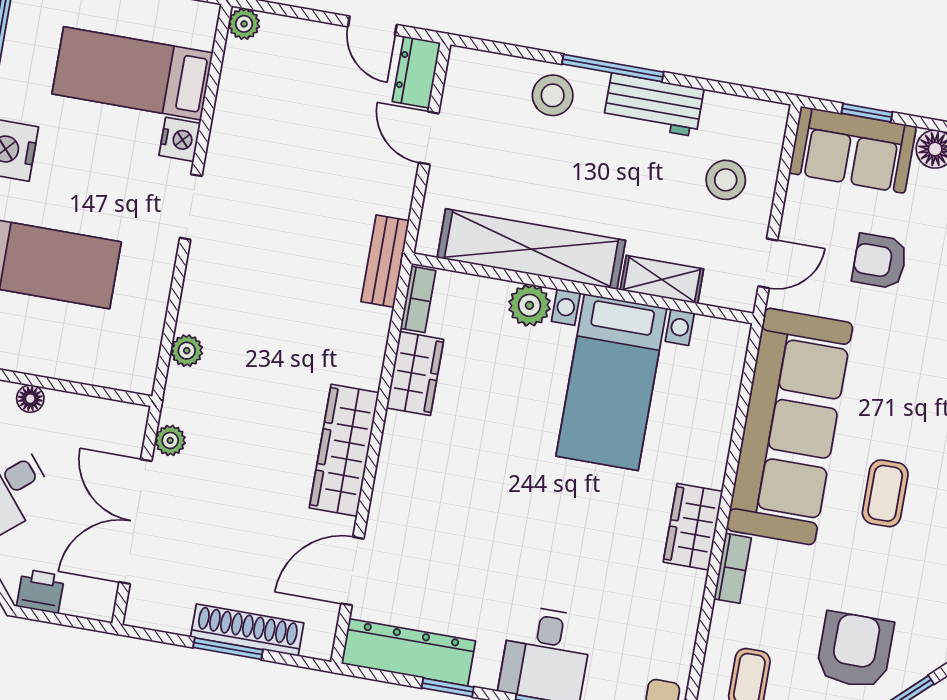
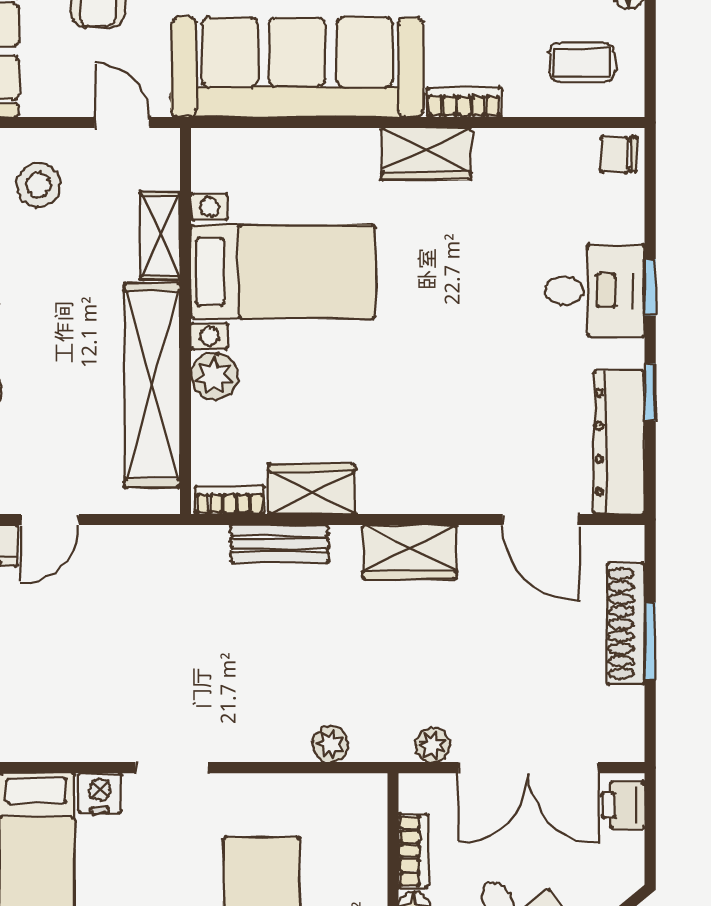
bench: (385, 261) -> (280, 544), moved
bookcase: (80, 407) -> (413, 851), added
wardrobe: (344, 450) -> (410, 552), width x0.67
printer: (41, 591) -> (623, 805), moved

